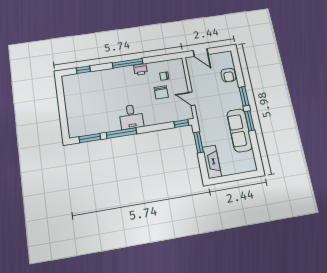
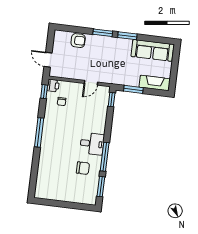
door: (201, 53) -> (48, 60), swing flipped
printer: (141, 69) -> (53, 86), moved
window: (83, 70) -> (44, 92), moved
chair: (161, 92) -> (83, 168), moved
sofa: (239, 130) -> (152, 50), moved

